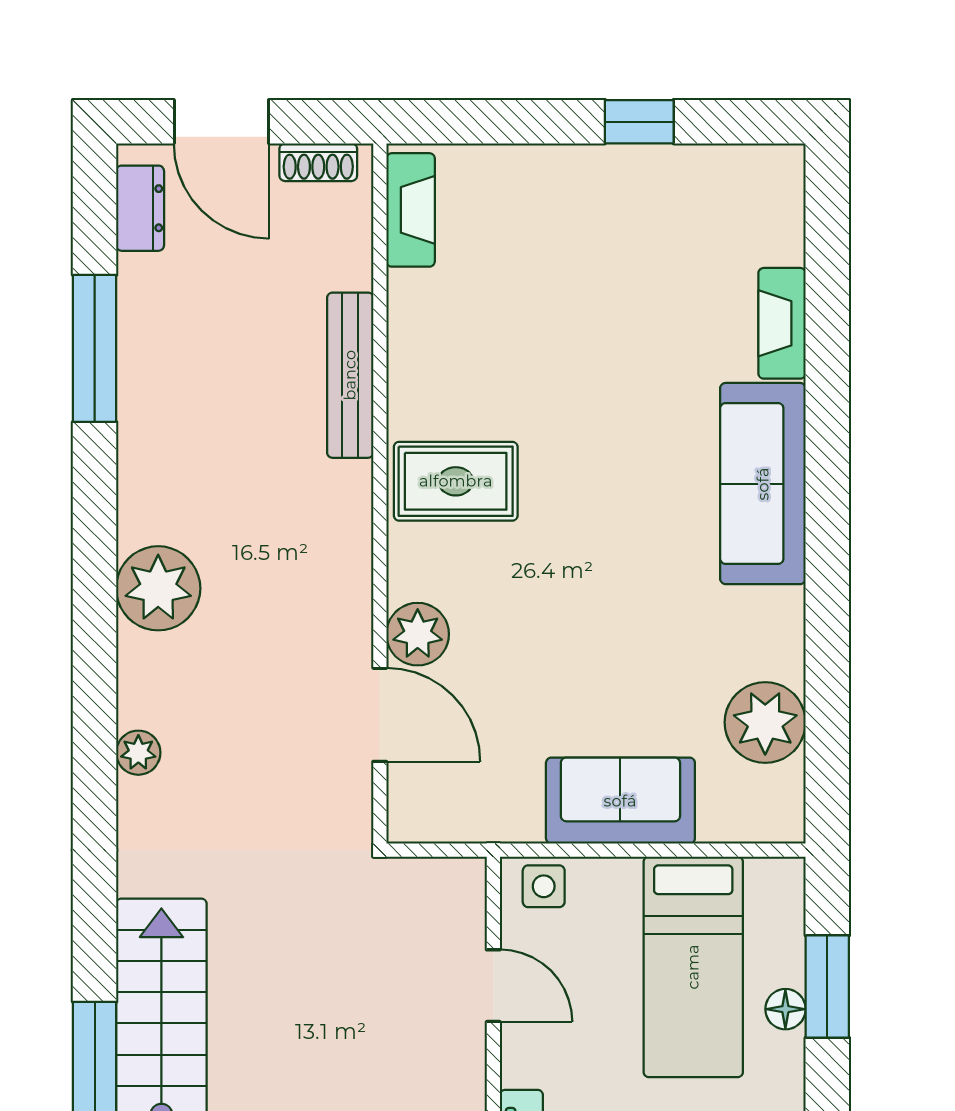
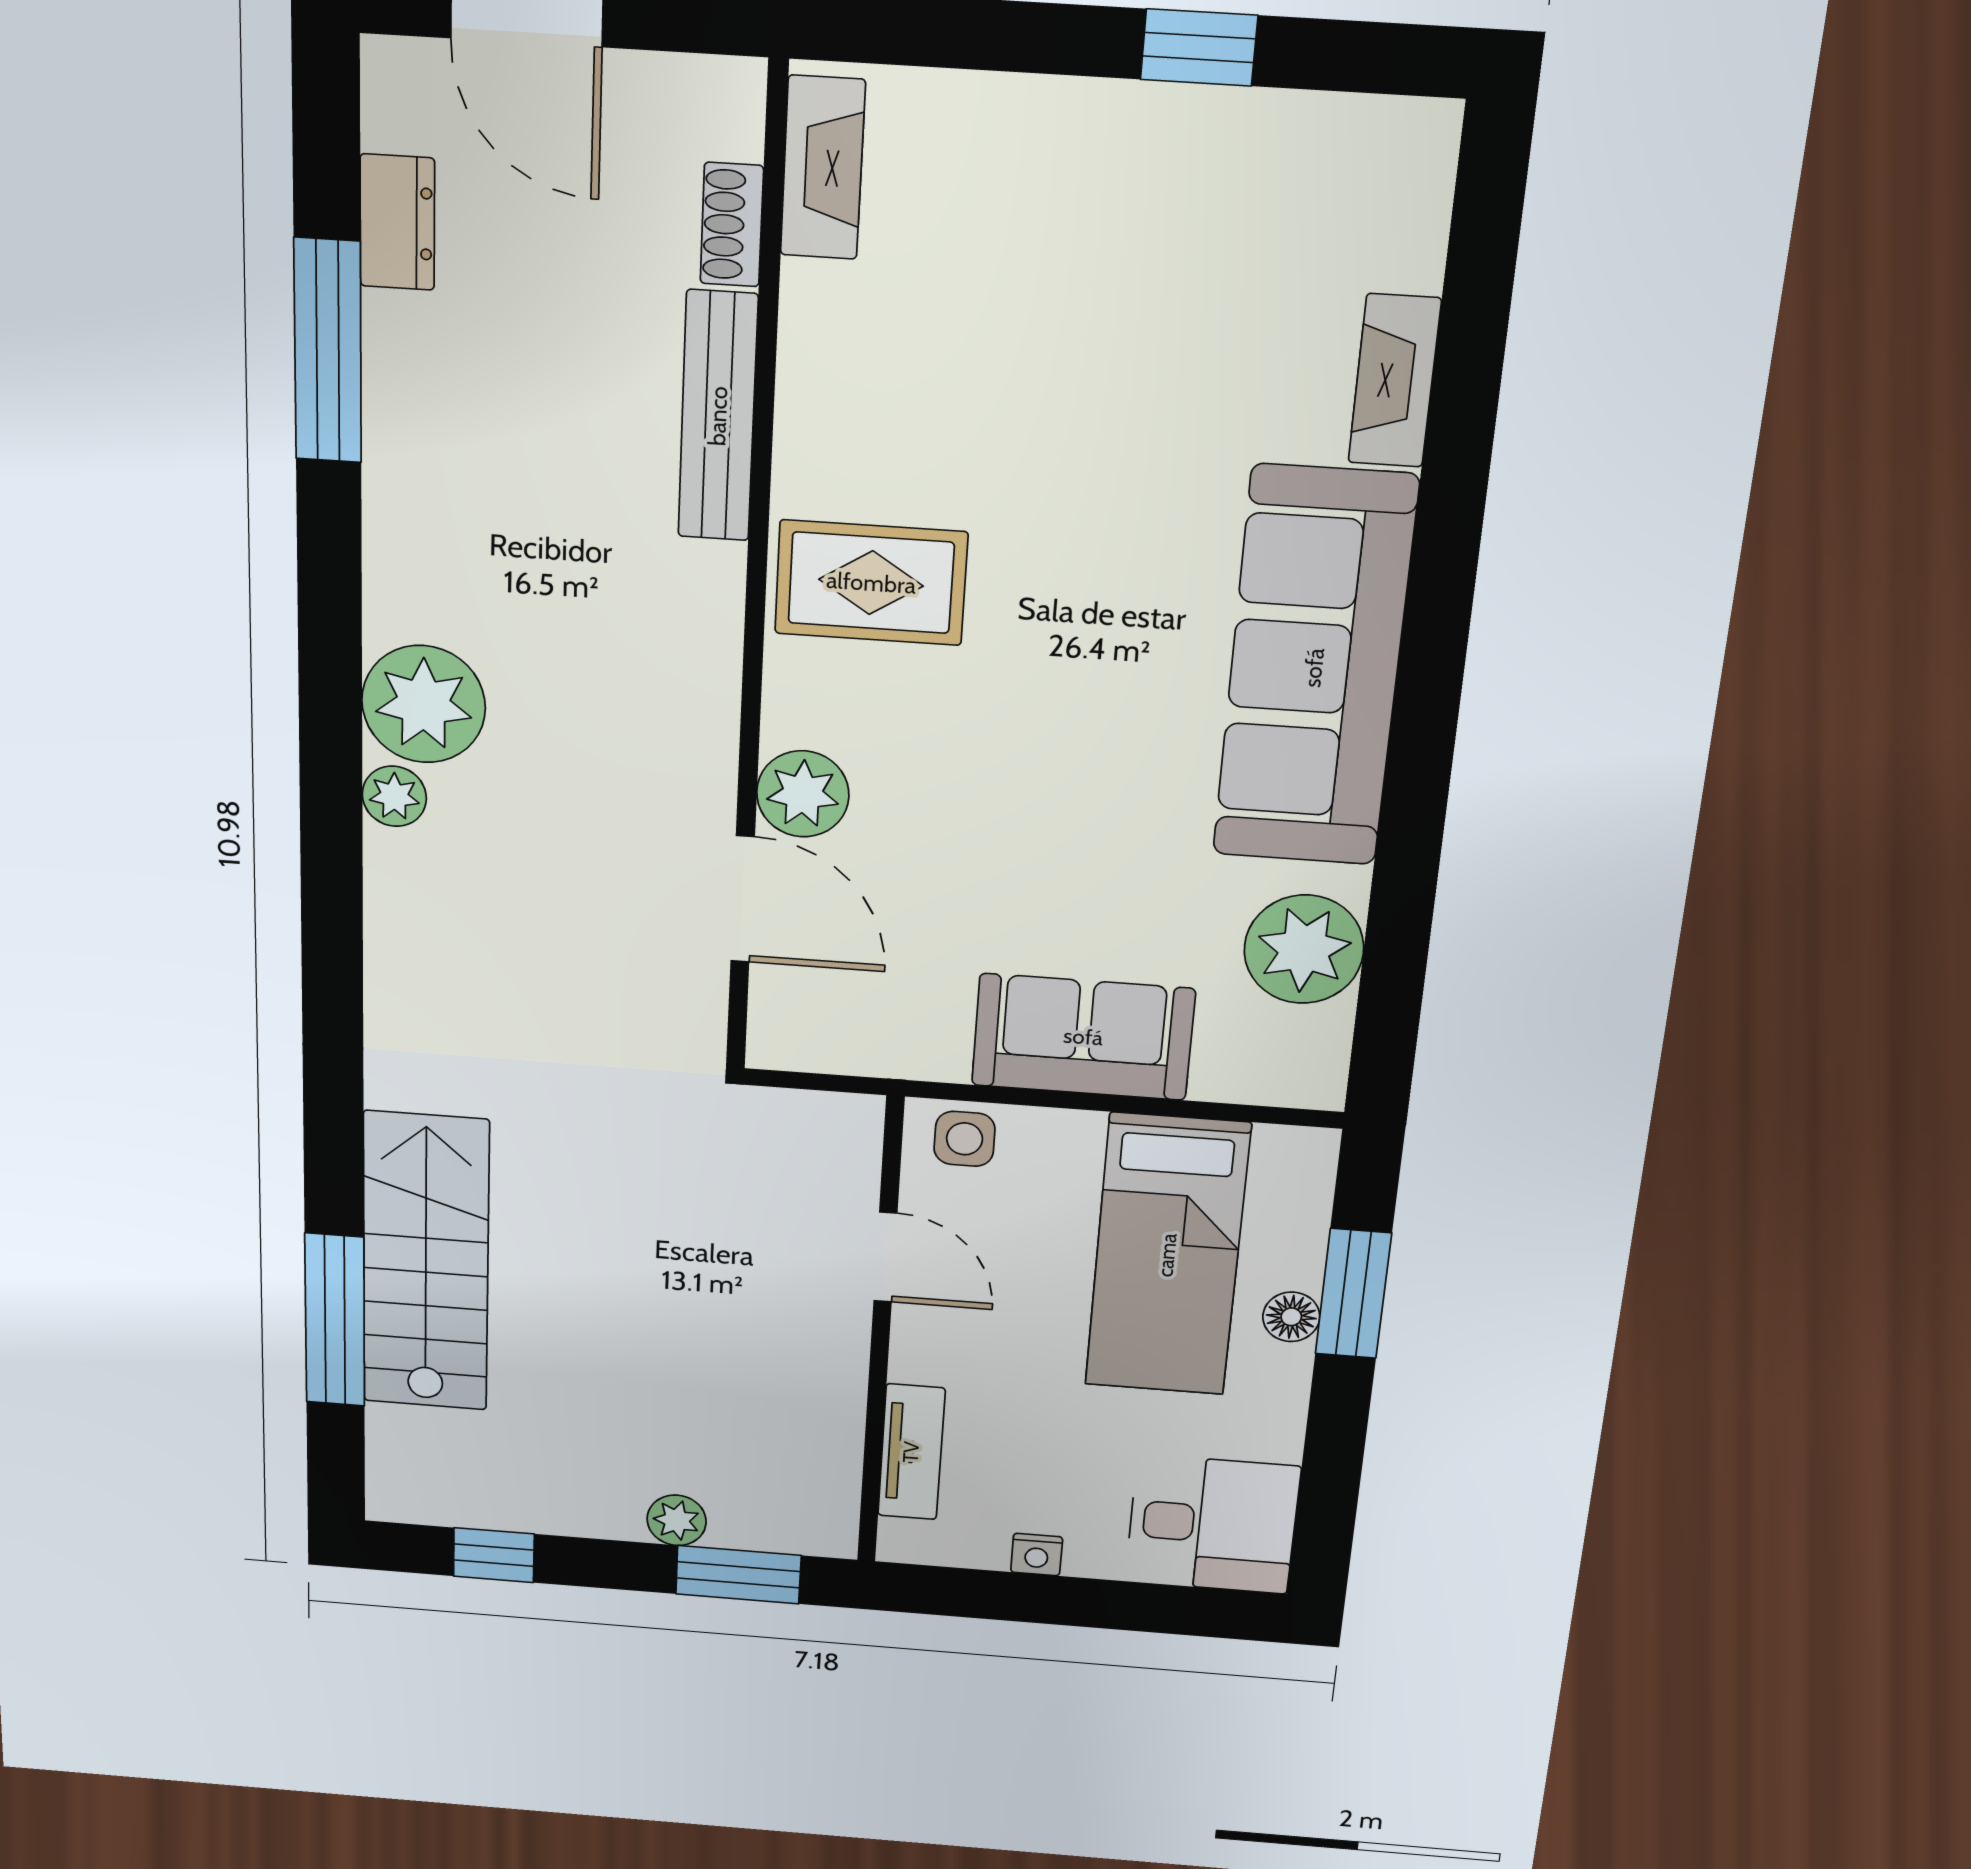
shoe rack: (318, 162) -> (732, 225), moved, turned 90
dresser: (140, 208) -> (397, 222), moved
sofa: (763, 484) -> (1314, 668), width x1.36, depth x1.27
plant: (138, 753) -> (394, 796), moved

